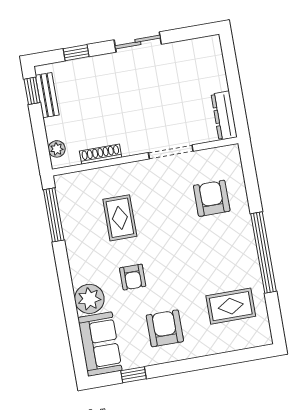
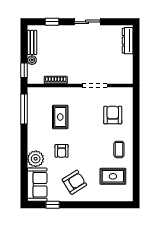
window: (32, 91) -> (24, 70), moved
dresser: (224, 116) -> (128, 41), moved
plant: (57, 149) -> (32, 60), moved
window: (263, 252) -> (136, 150), removed
coffee table: (233, 257) -> (119, 149), added
armchair: (165, 328) -> (74, 182), turned 58

